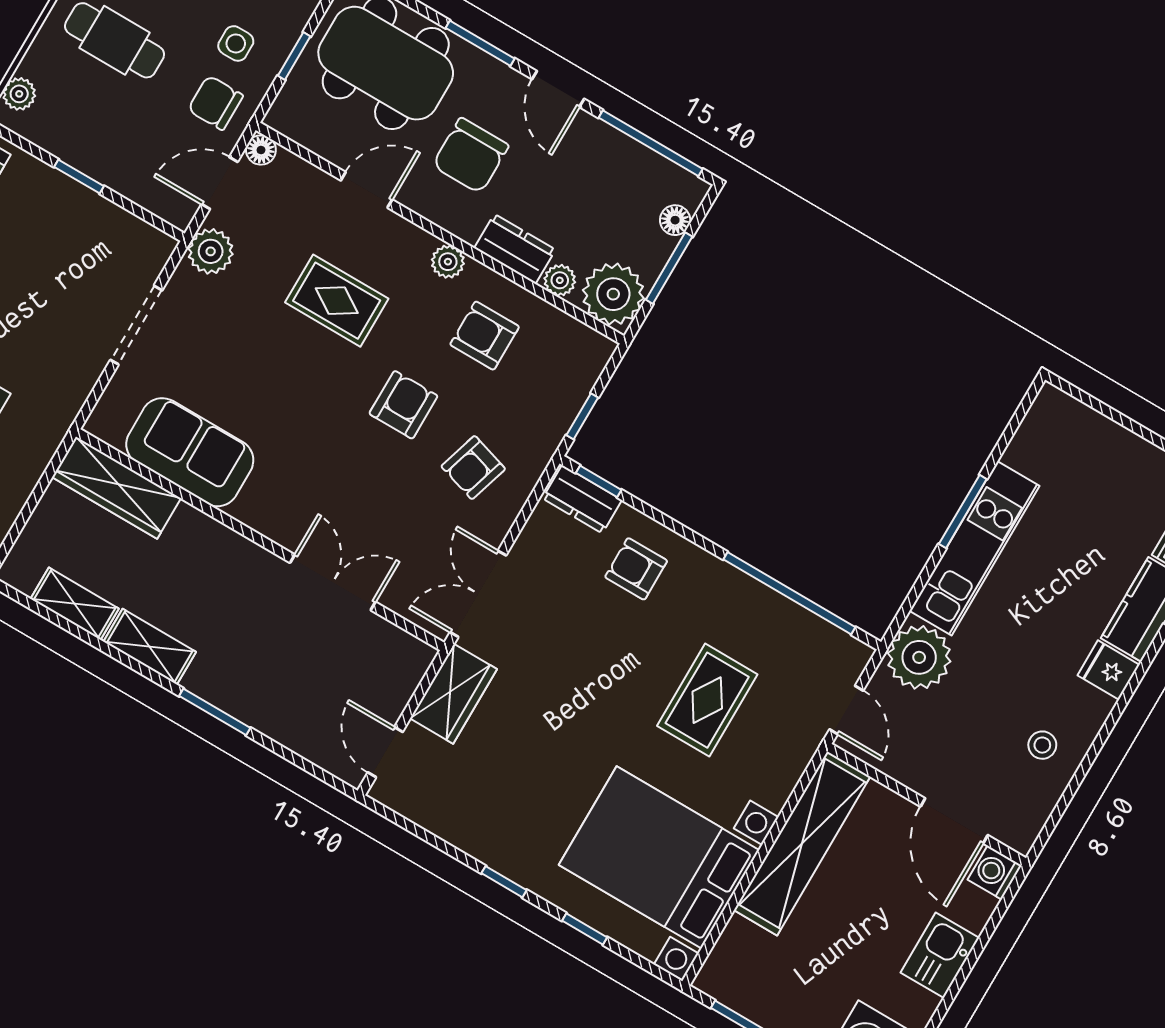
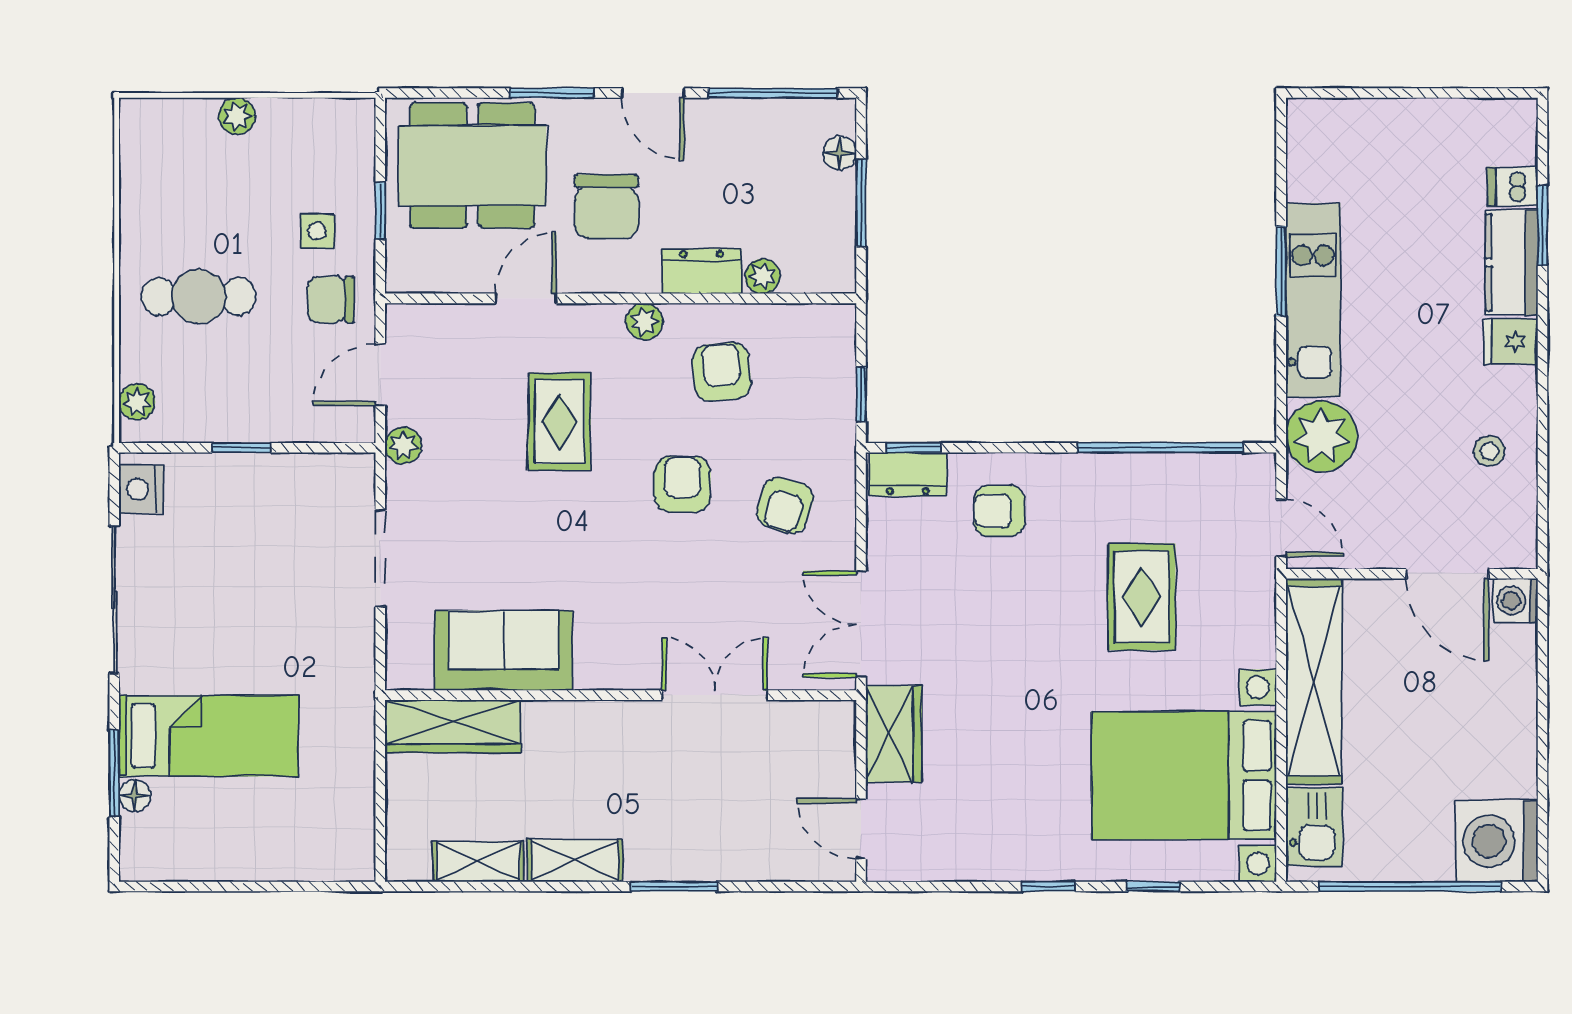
floor lamp: (261, 150) -> (401, 320), removed
plant: (211, 251) -> (403, 446), width x0.73, depth x0.73
plant: (613, 294) -> (822, 259), removed
rug: (337, 301) -> (559, 422), turned 90
armchair: (485, 336) -> (721, 372), turned 85
kitchen sink: (940, 955) -> (1314, 827), moved, turned 180

